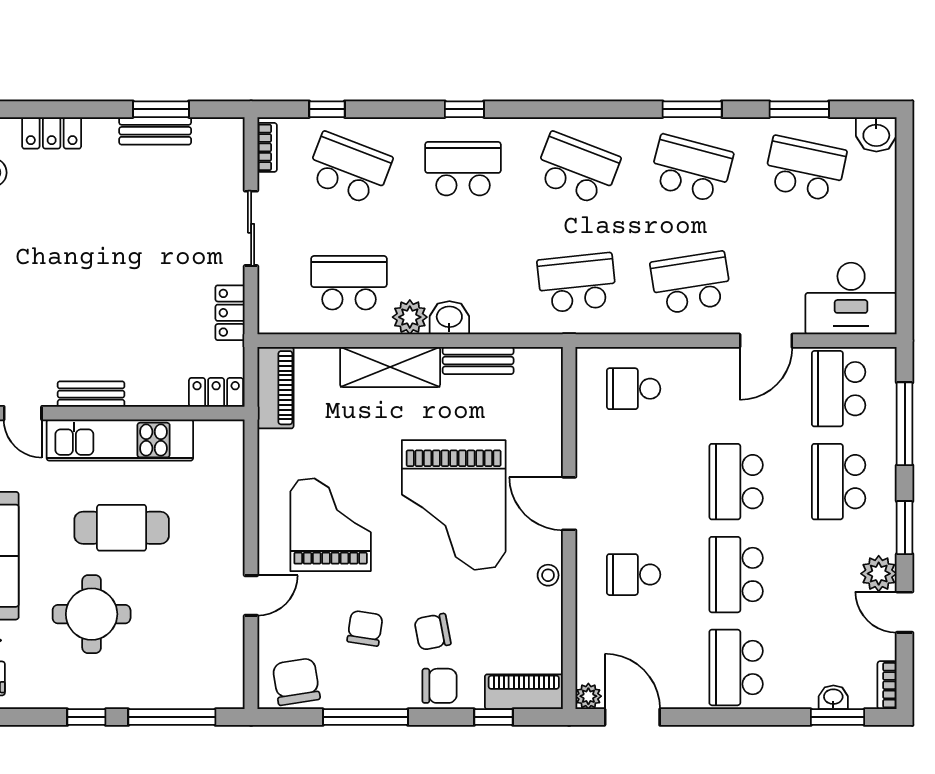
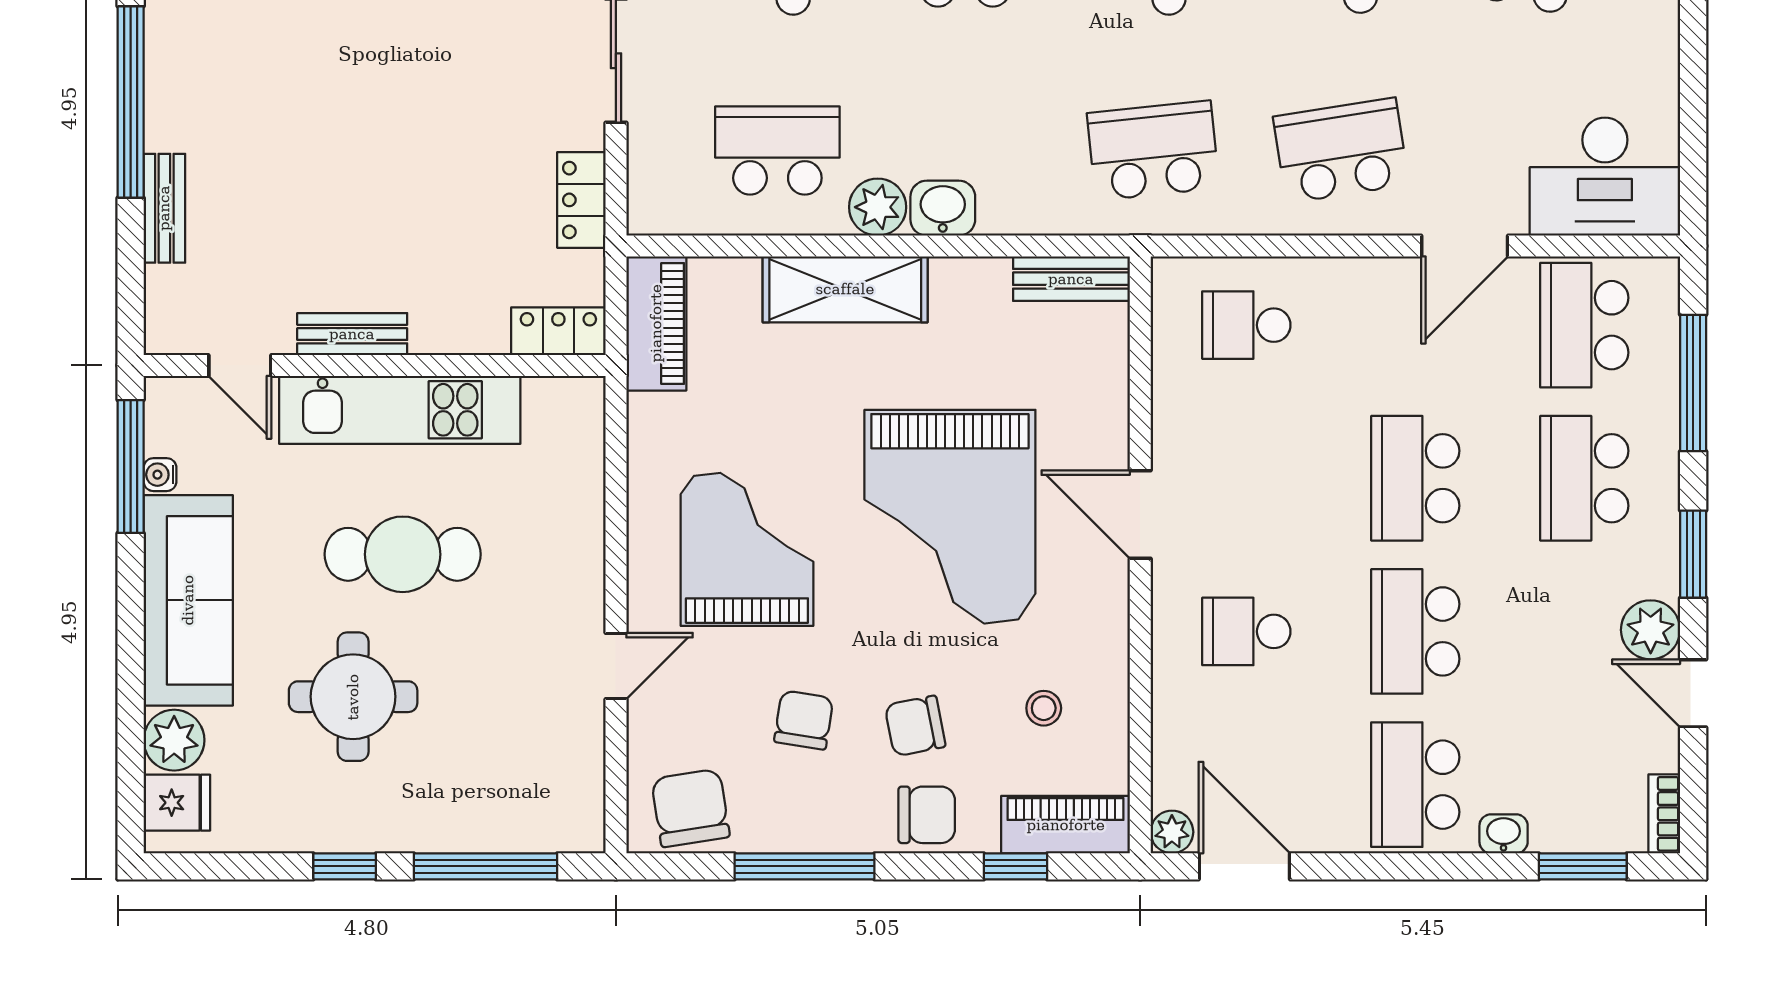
bench: (478, 361) -> (1071, 279), moved
stool: (548, 575) -> (1044, 708), moved
washbasin: (833, 697) -> (1504, 834), moved

